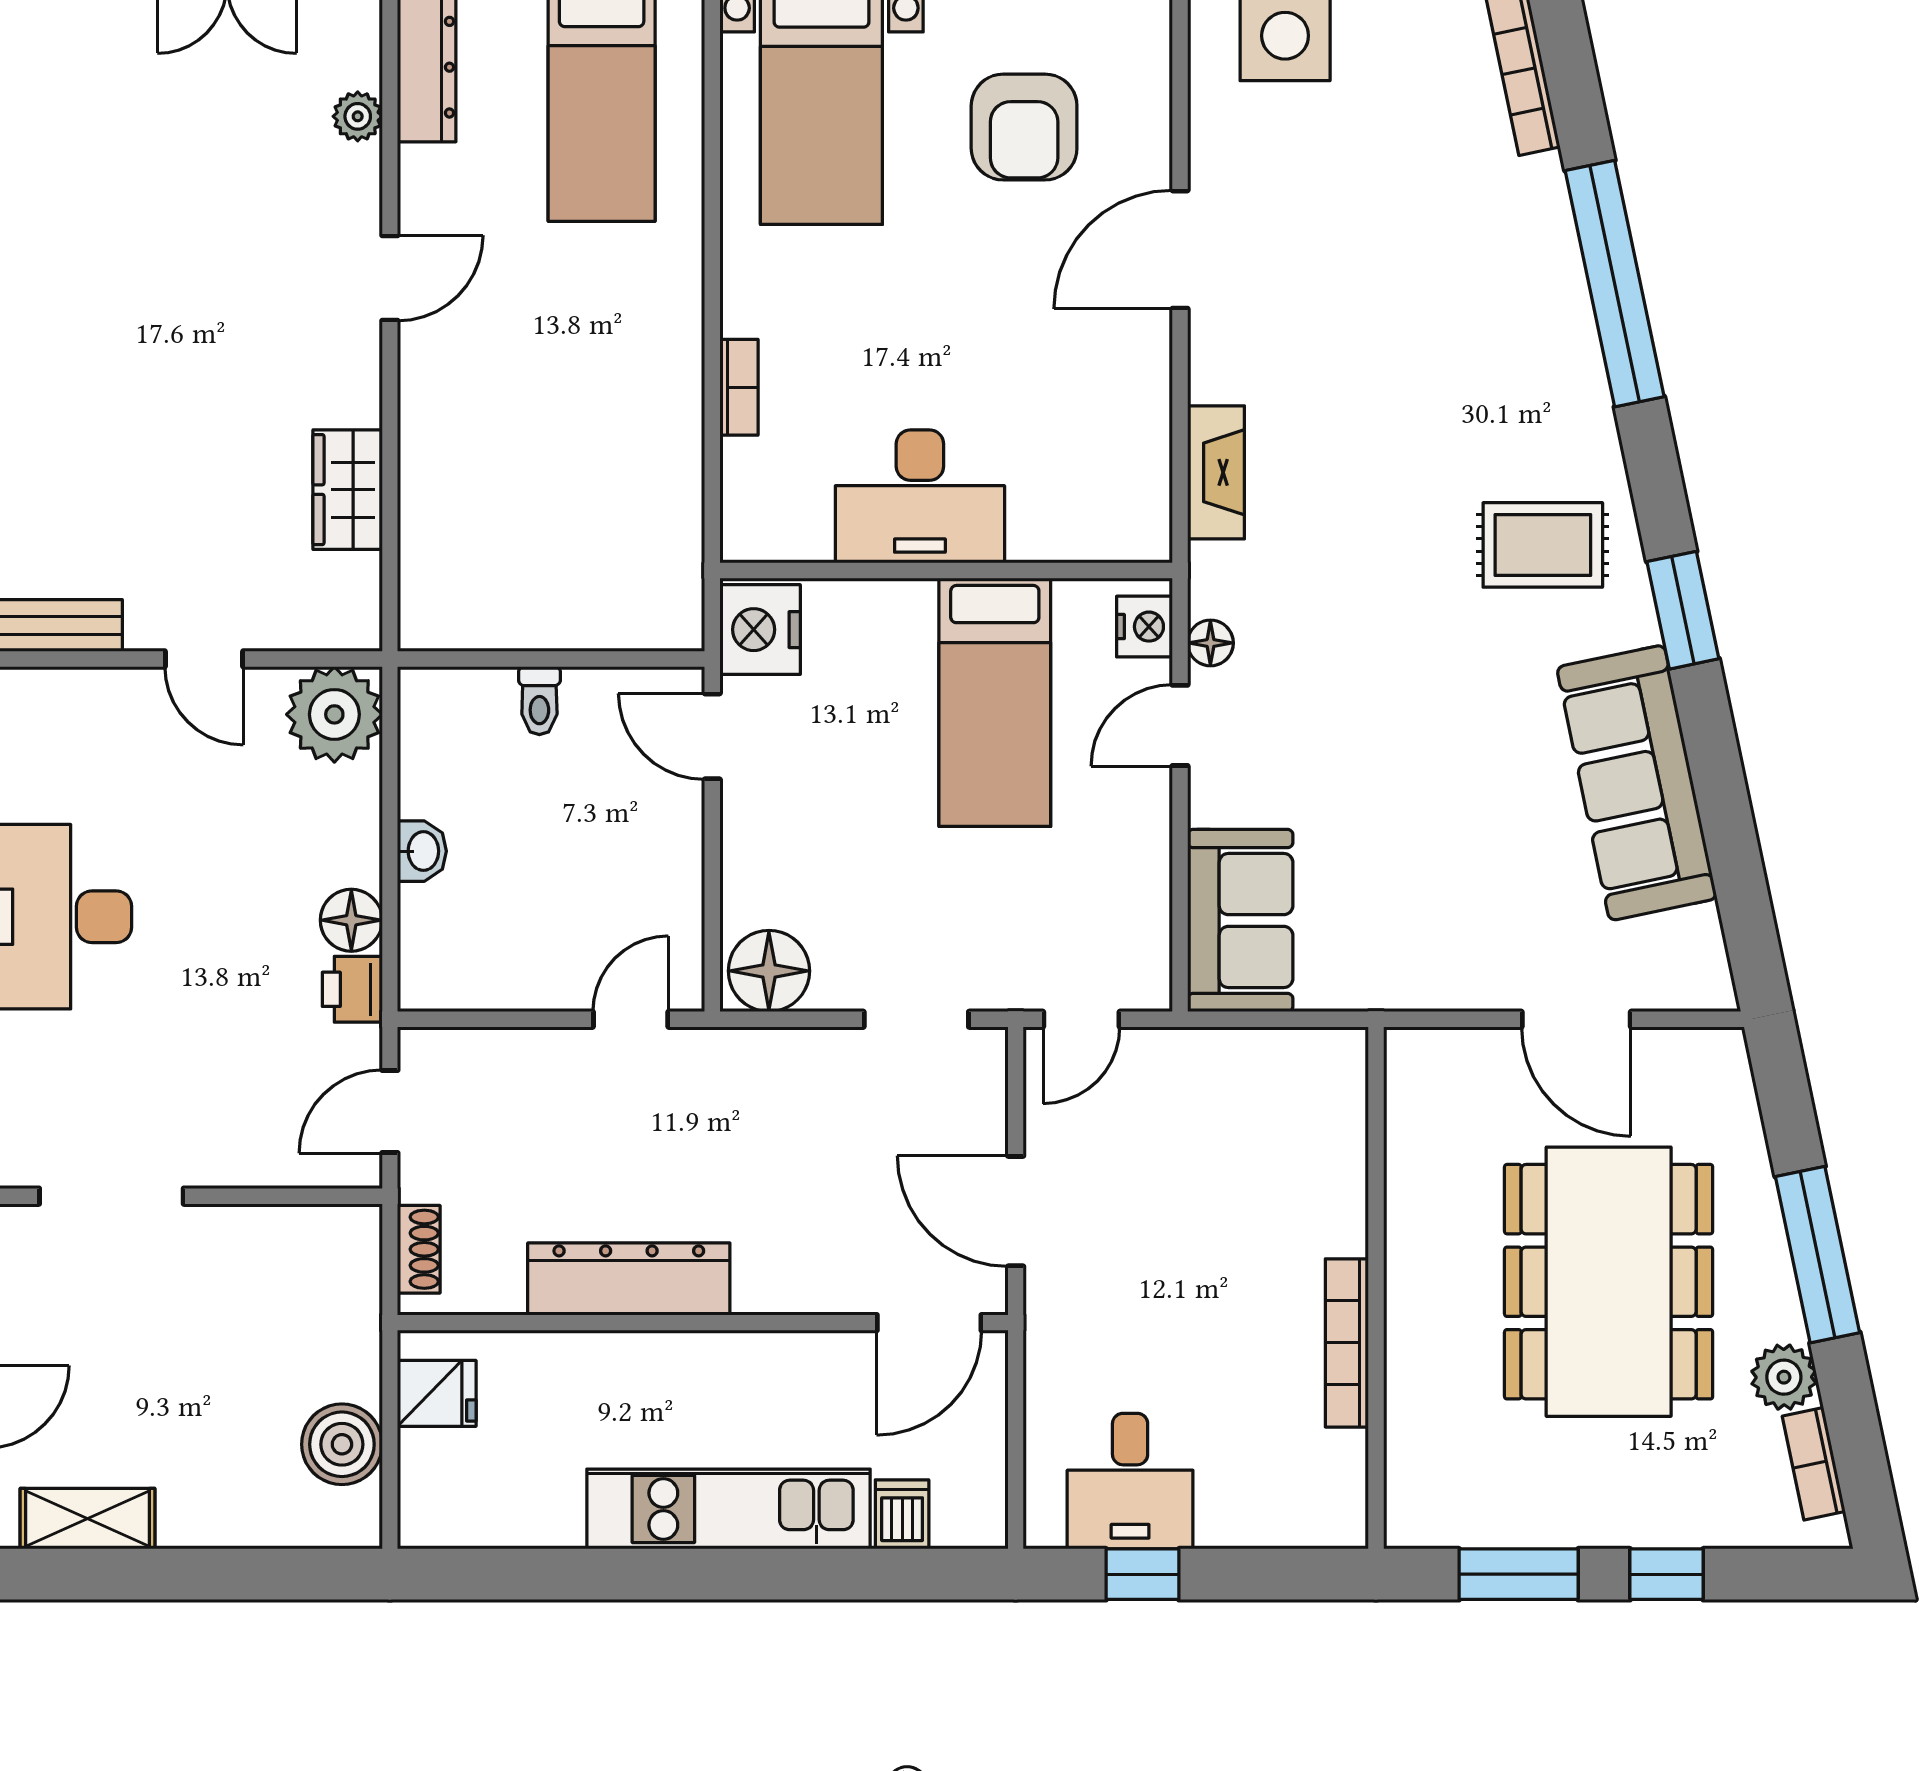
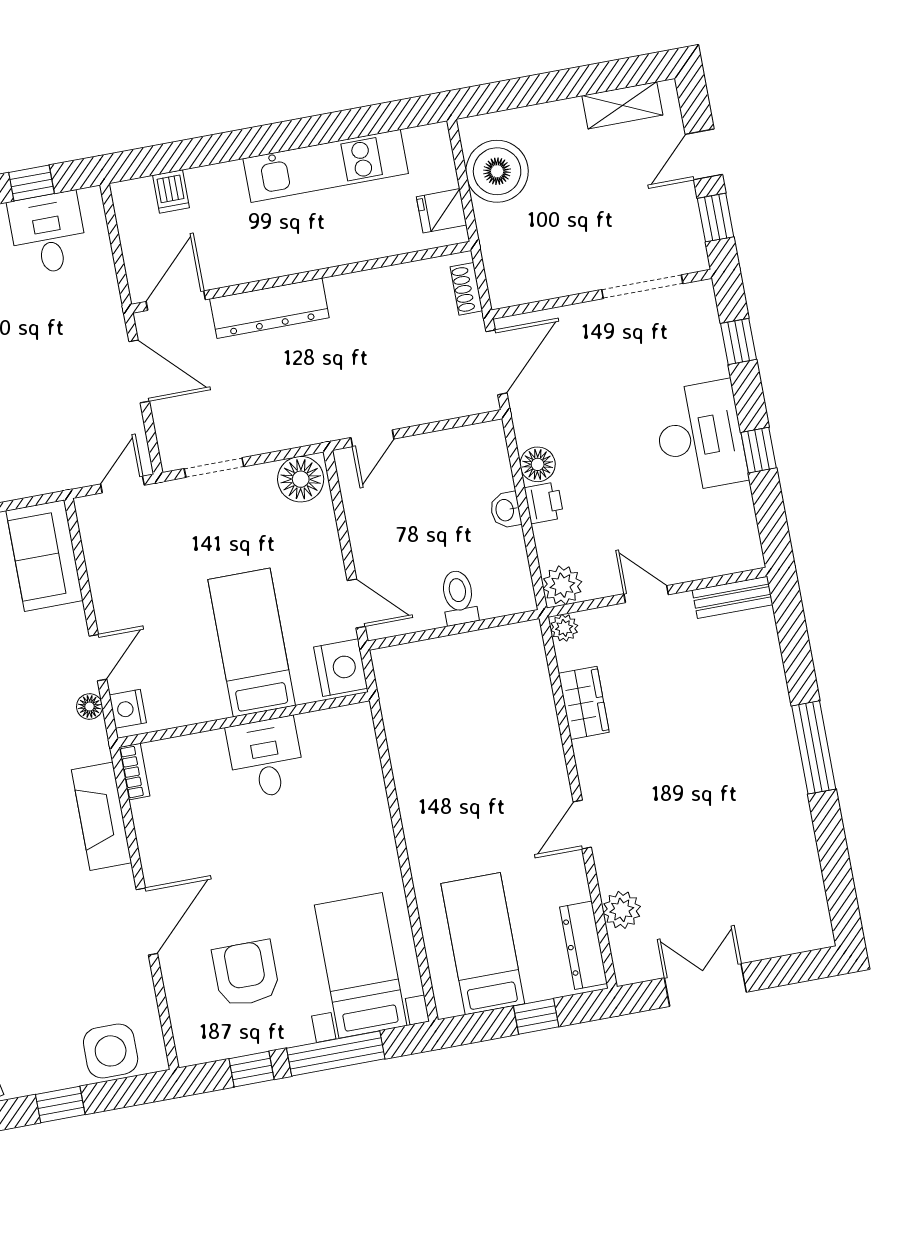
plant: (358, 116) -> (622, 910), width x1.38, depth x1.38
bookcase: (739, 387) -> (134, 772), moved, turned 180
fireplace: (1216, 472) -> (101, 816), width x1.37, depth x1.32
desk: (920, 496) -> (266, 758), width x0.73
plant: (358, 627) -> (564, 628), added
toilet: (539, 701) -> (459, 597), width x1.37, depth x1.39
bed: (995, 702) -> (252, 642), moved
plant: (334, 714) -> (562, 585), width x0.73, depth x0.73
printer: (352, 989) -> (544, 503), moved
door: (390, 1112) -> (496, 362), width x1.38
dresser: (629, 1279) -> (269, 308), moved
boiler: (342, 1444) -> (497, 171), width x1.37, depth x1.37
kitchen unit: (729, 1509) -> (326, 166), moved

